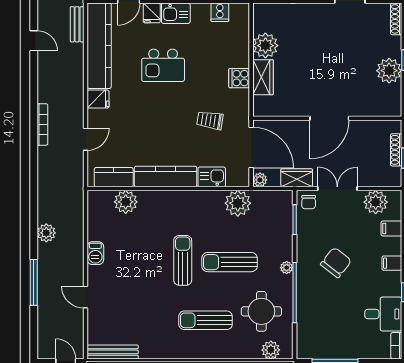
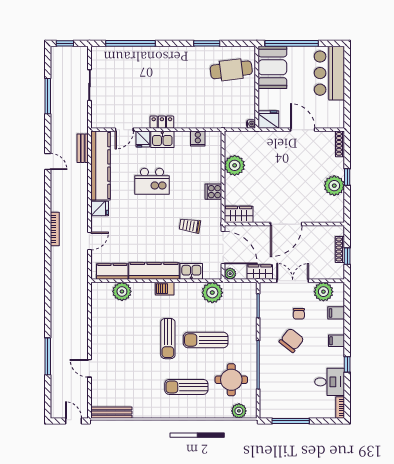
wardrobe: (263, 77) -> (239, 214), moved, turned -90
chair: (309, 202) -> (299, 314), moved
plant: (46, 233) -> (58, 316), removed
barbecue: (95, 253) -> (165, 289), moved, turned 90
sun lounger: (183, 260) -> (168, 339), turned 180
plant: (287, 268) -> (252, 344), removed

